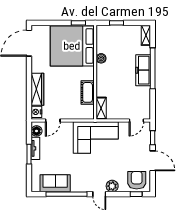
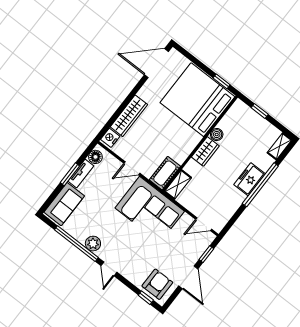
freezer: (143, 70) -> (250, 179), width x0.71
wardrobe: (102, 74) -> (205, 151), added
cot: (88, 92) -> (165, 173), moved
door: (53, 120) -> (132, 168), moved
sofa: (55, 183) -> (64, 204), moved, turned 90
plant: (112, 186) -> (93, 244), moved

